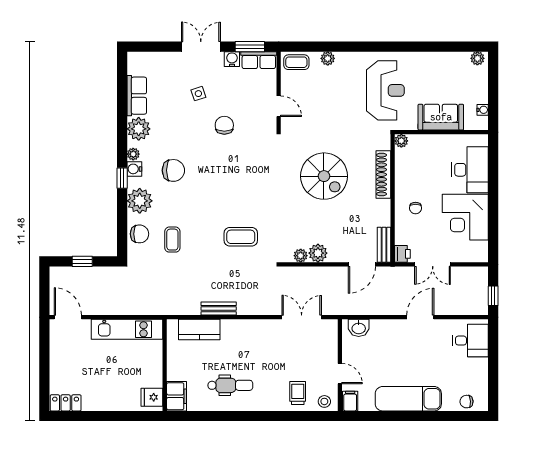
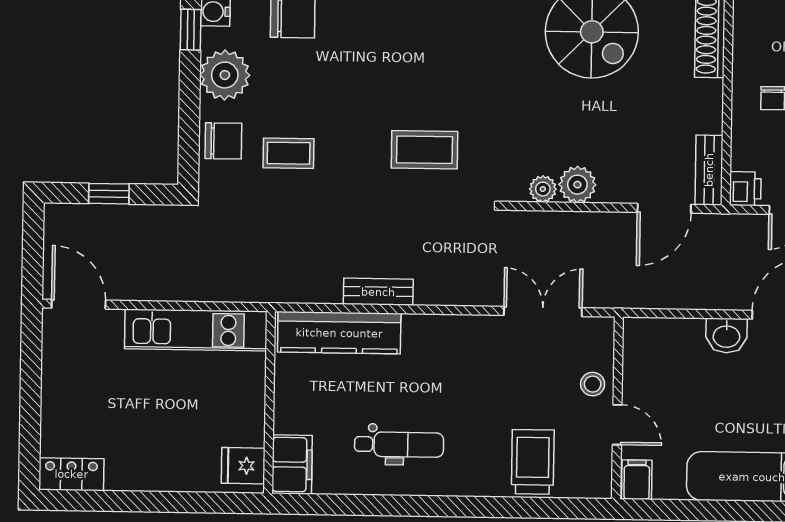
coffee table: (172, 240) -> (289, 153), turned 90
washbasin: (359, 328) -> (726, 336), moved
kitchen counter: (199, 329) -> (339, 333), width x1.50
trolley: (298, 393) -> (533, 462), width x1.36, depth x1.39
stool: (324, 401) -> (593, 384), moved

